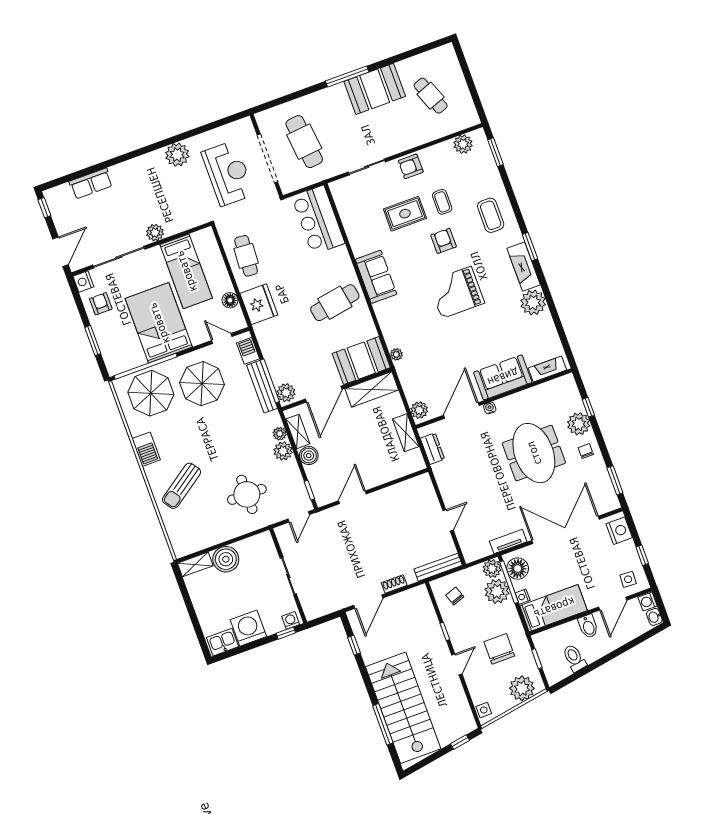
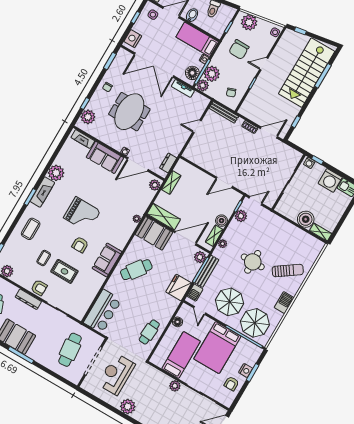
dresser: (407, 142) -> (28, 299), added
armchair: (444, 241) -> (80, 245), moved
nightstand: (83, 281) -> (246, 370), moved
cafe table: (335, 303) -> (136, 270), turned -43
fridge: (259, 304) -> (179, 288), moved
plant: (579, 424) -> (88, 117), moved
plant: (283, 451) -> (241, 216), moved
round table: (247, 494) -> (253, 262), moved

